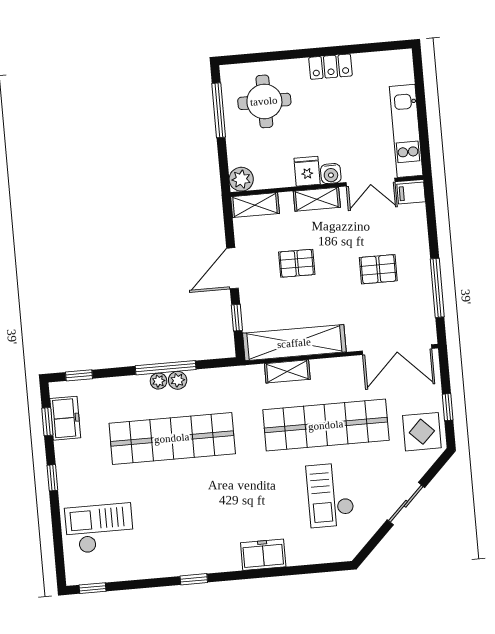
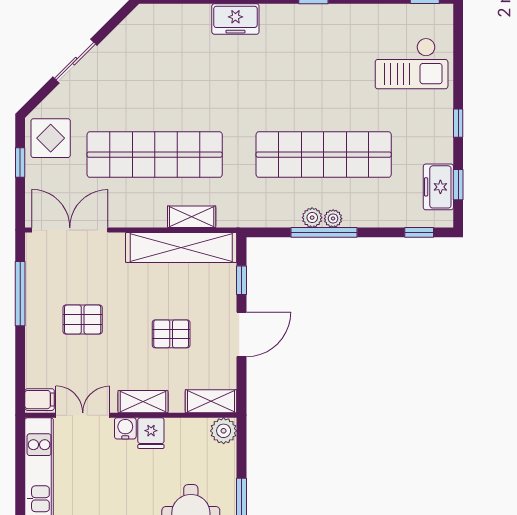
checkout: (330, 495) -> (157, 78), removed

